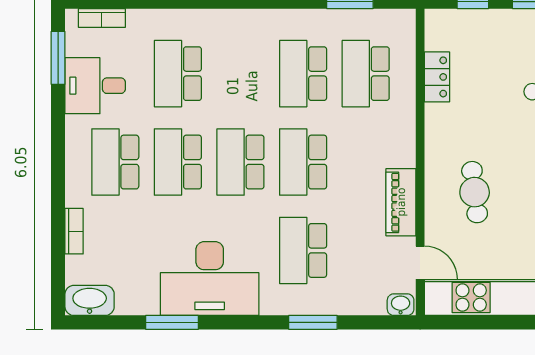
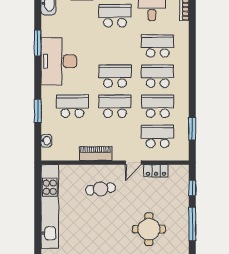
school desk: (178, 162) -> (158, 76), moved
door: (420, 263) -> (133, 163), moved
washbasin: (401, 305) -> (46, 141), moved

